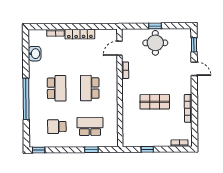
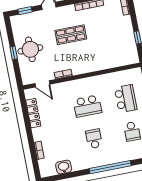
locker: (80, 34) -> (33, 113), moved
school desk: (57, 88) -> (94, 139), width x0.54
shop shelf: (155, 102) -> (71, 35), moved, turned 90
school desk: (90, 126) -> (126, 99), turned 180

